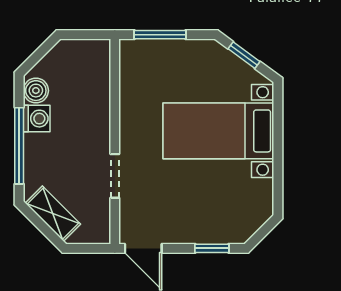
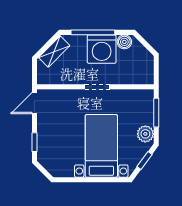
plant: (197, 54) -> (145, 134), added
washing machine: (37, 119) -> (102, 49), width x1.89, depth x1.89
doorway: (115, 176) -> (97, 87), moved

